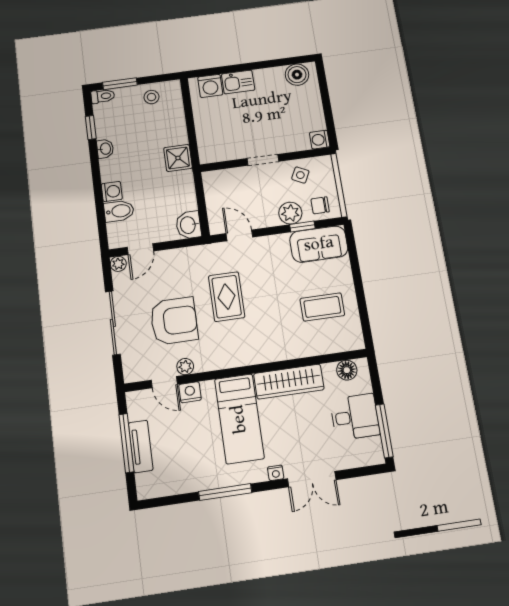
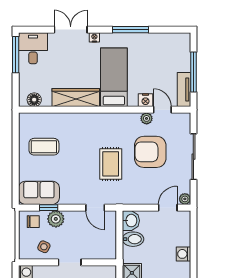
bidet: (119, 211) -> (133, 239), moved, turned 180
desk: (355, 417) -> (33, 48), moved, turned 90
tv unit: (141, 446) -> (184, 90), moved

